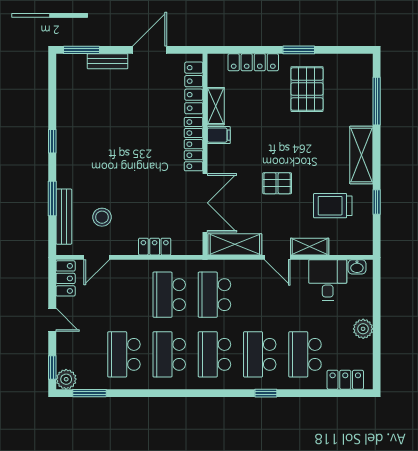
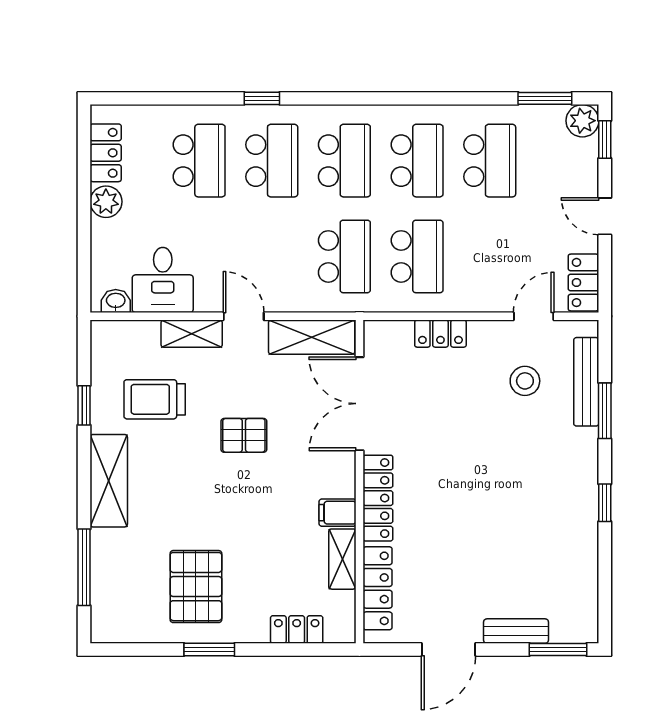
locker: (253, 62) -> (297, 630), width x0.66
trolley: (333, 206) -> (155, 399), turned 180
locker: (345, 380) -> (106, 153), moved, turned -90

